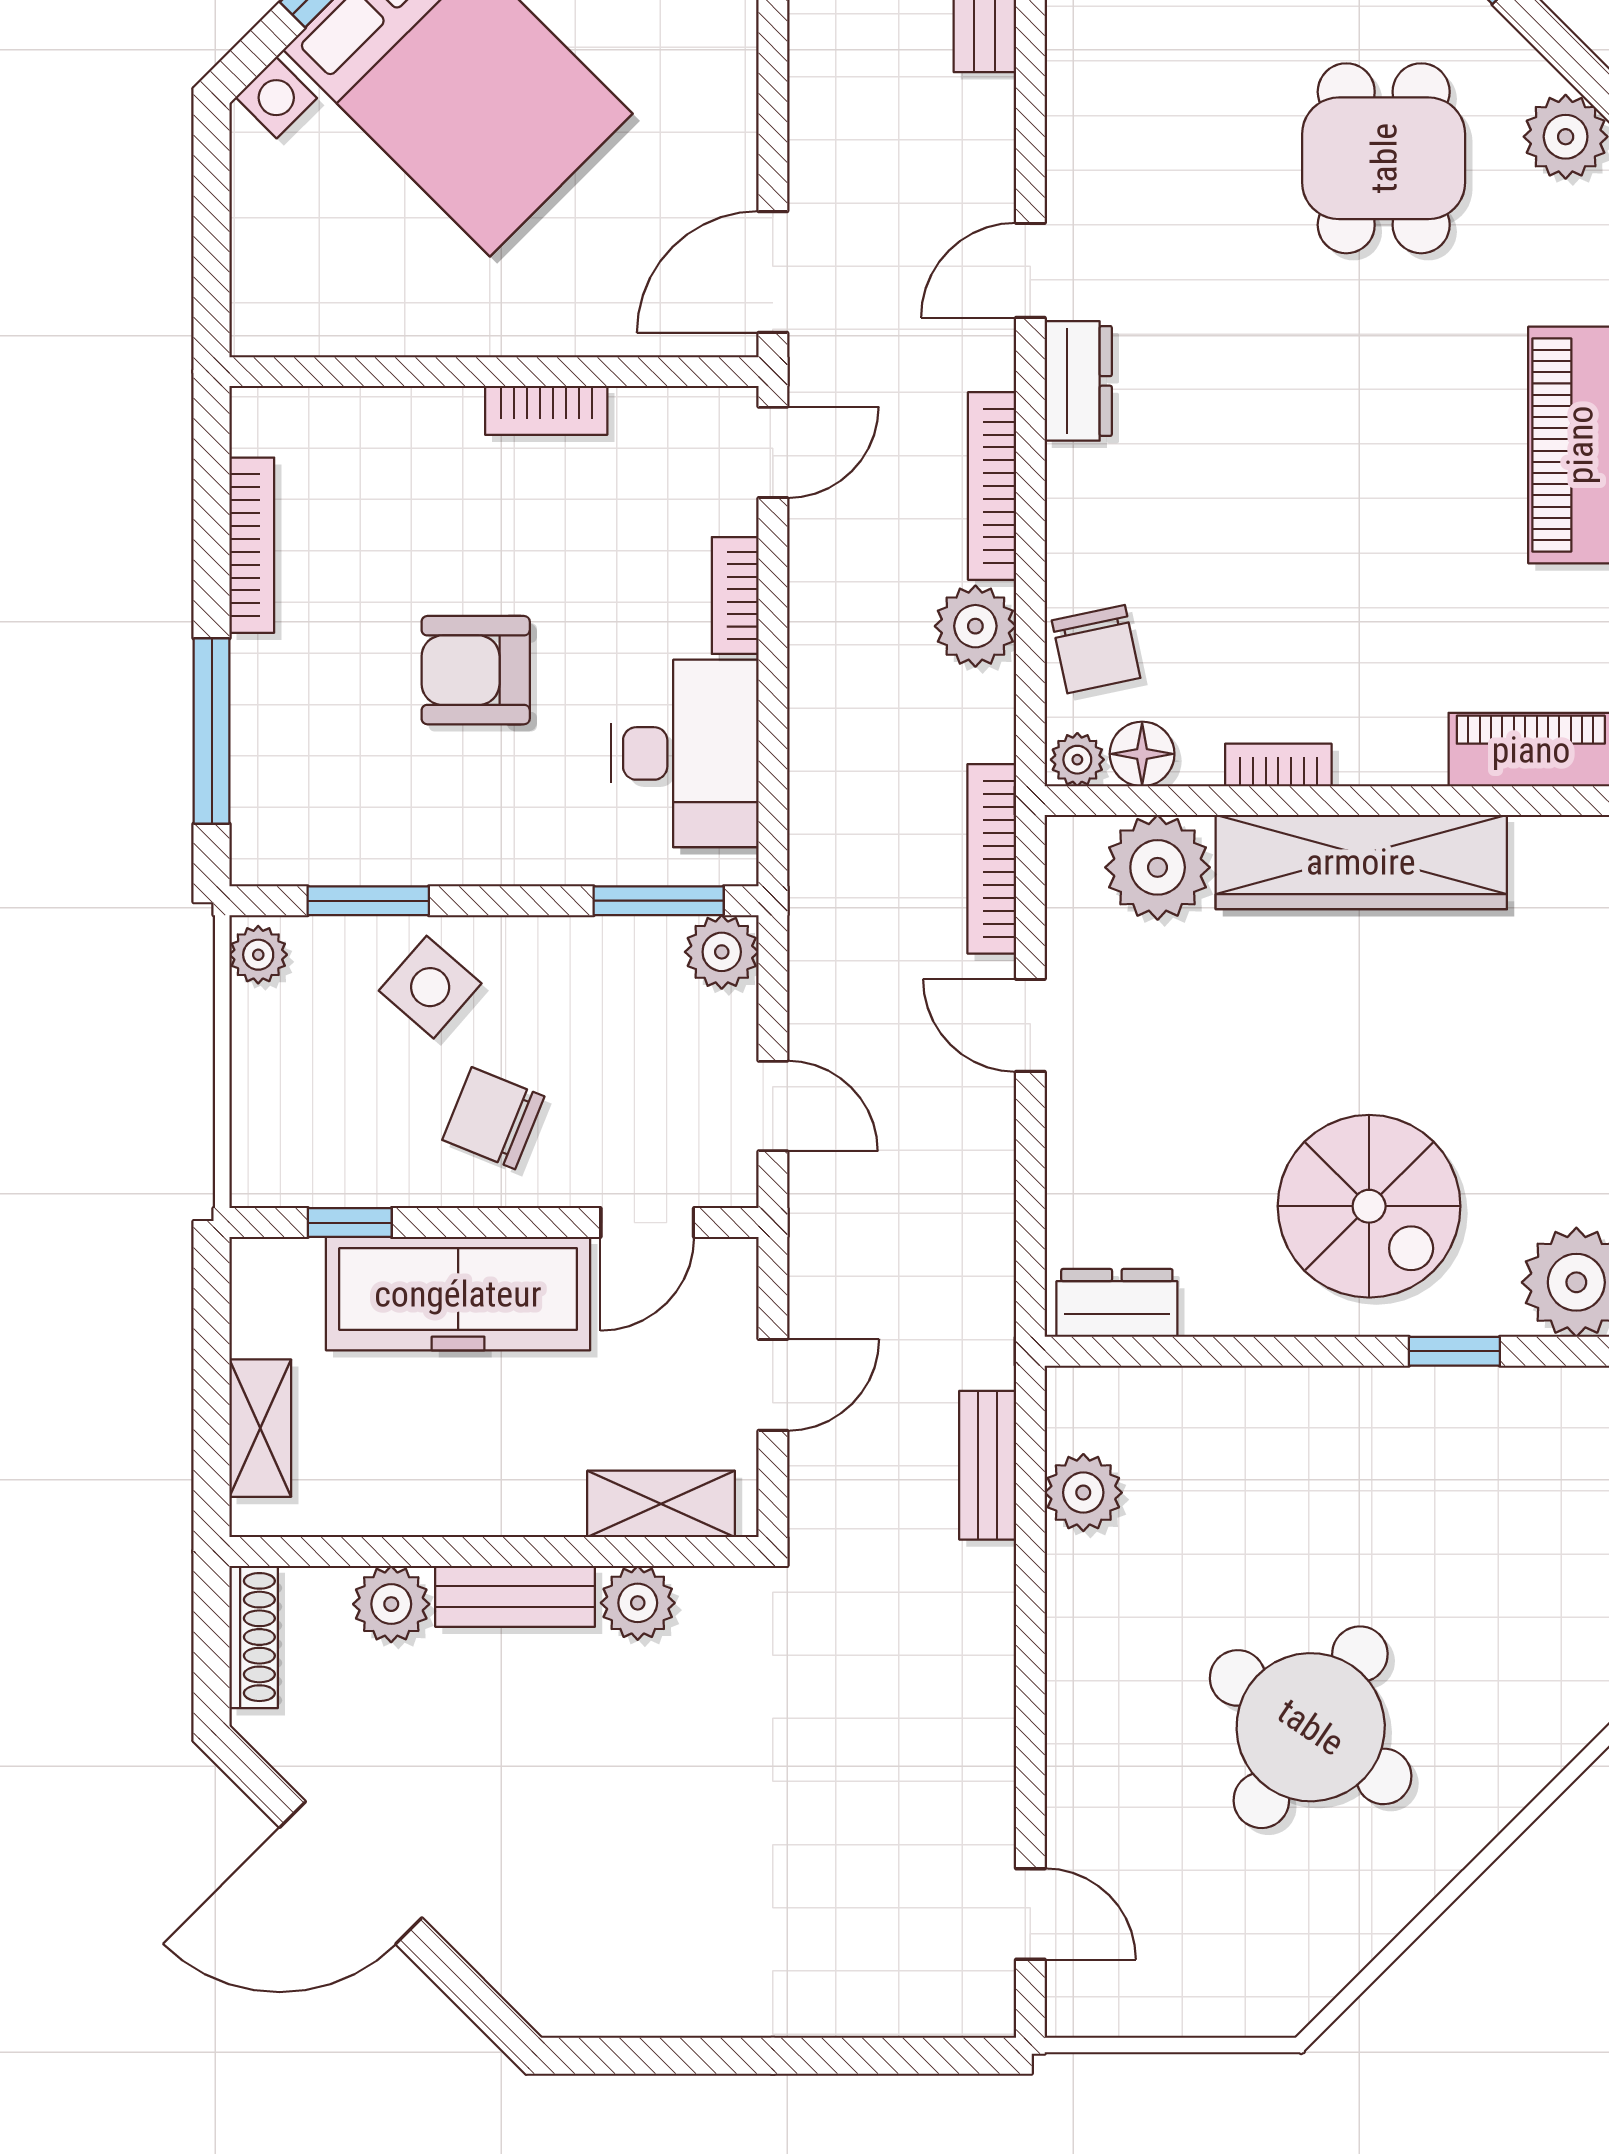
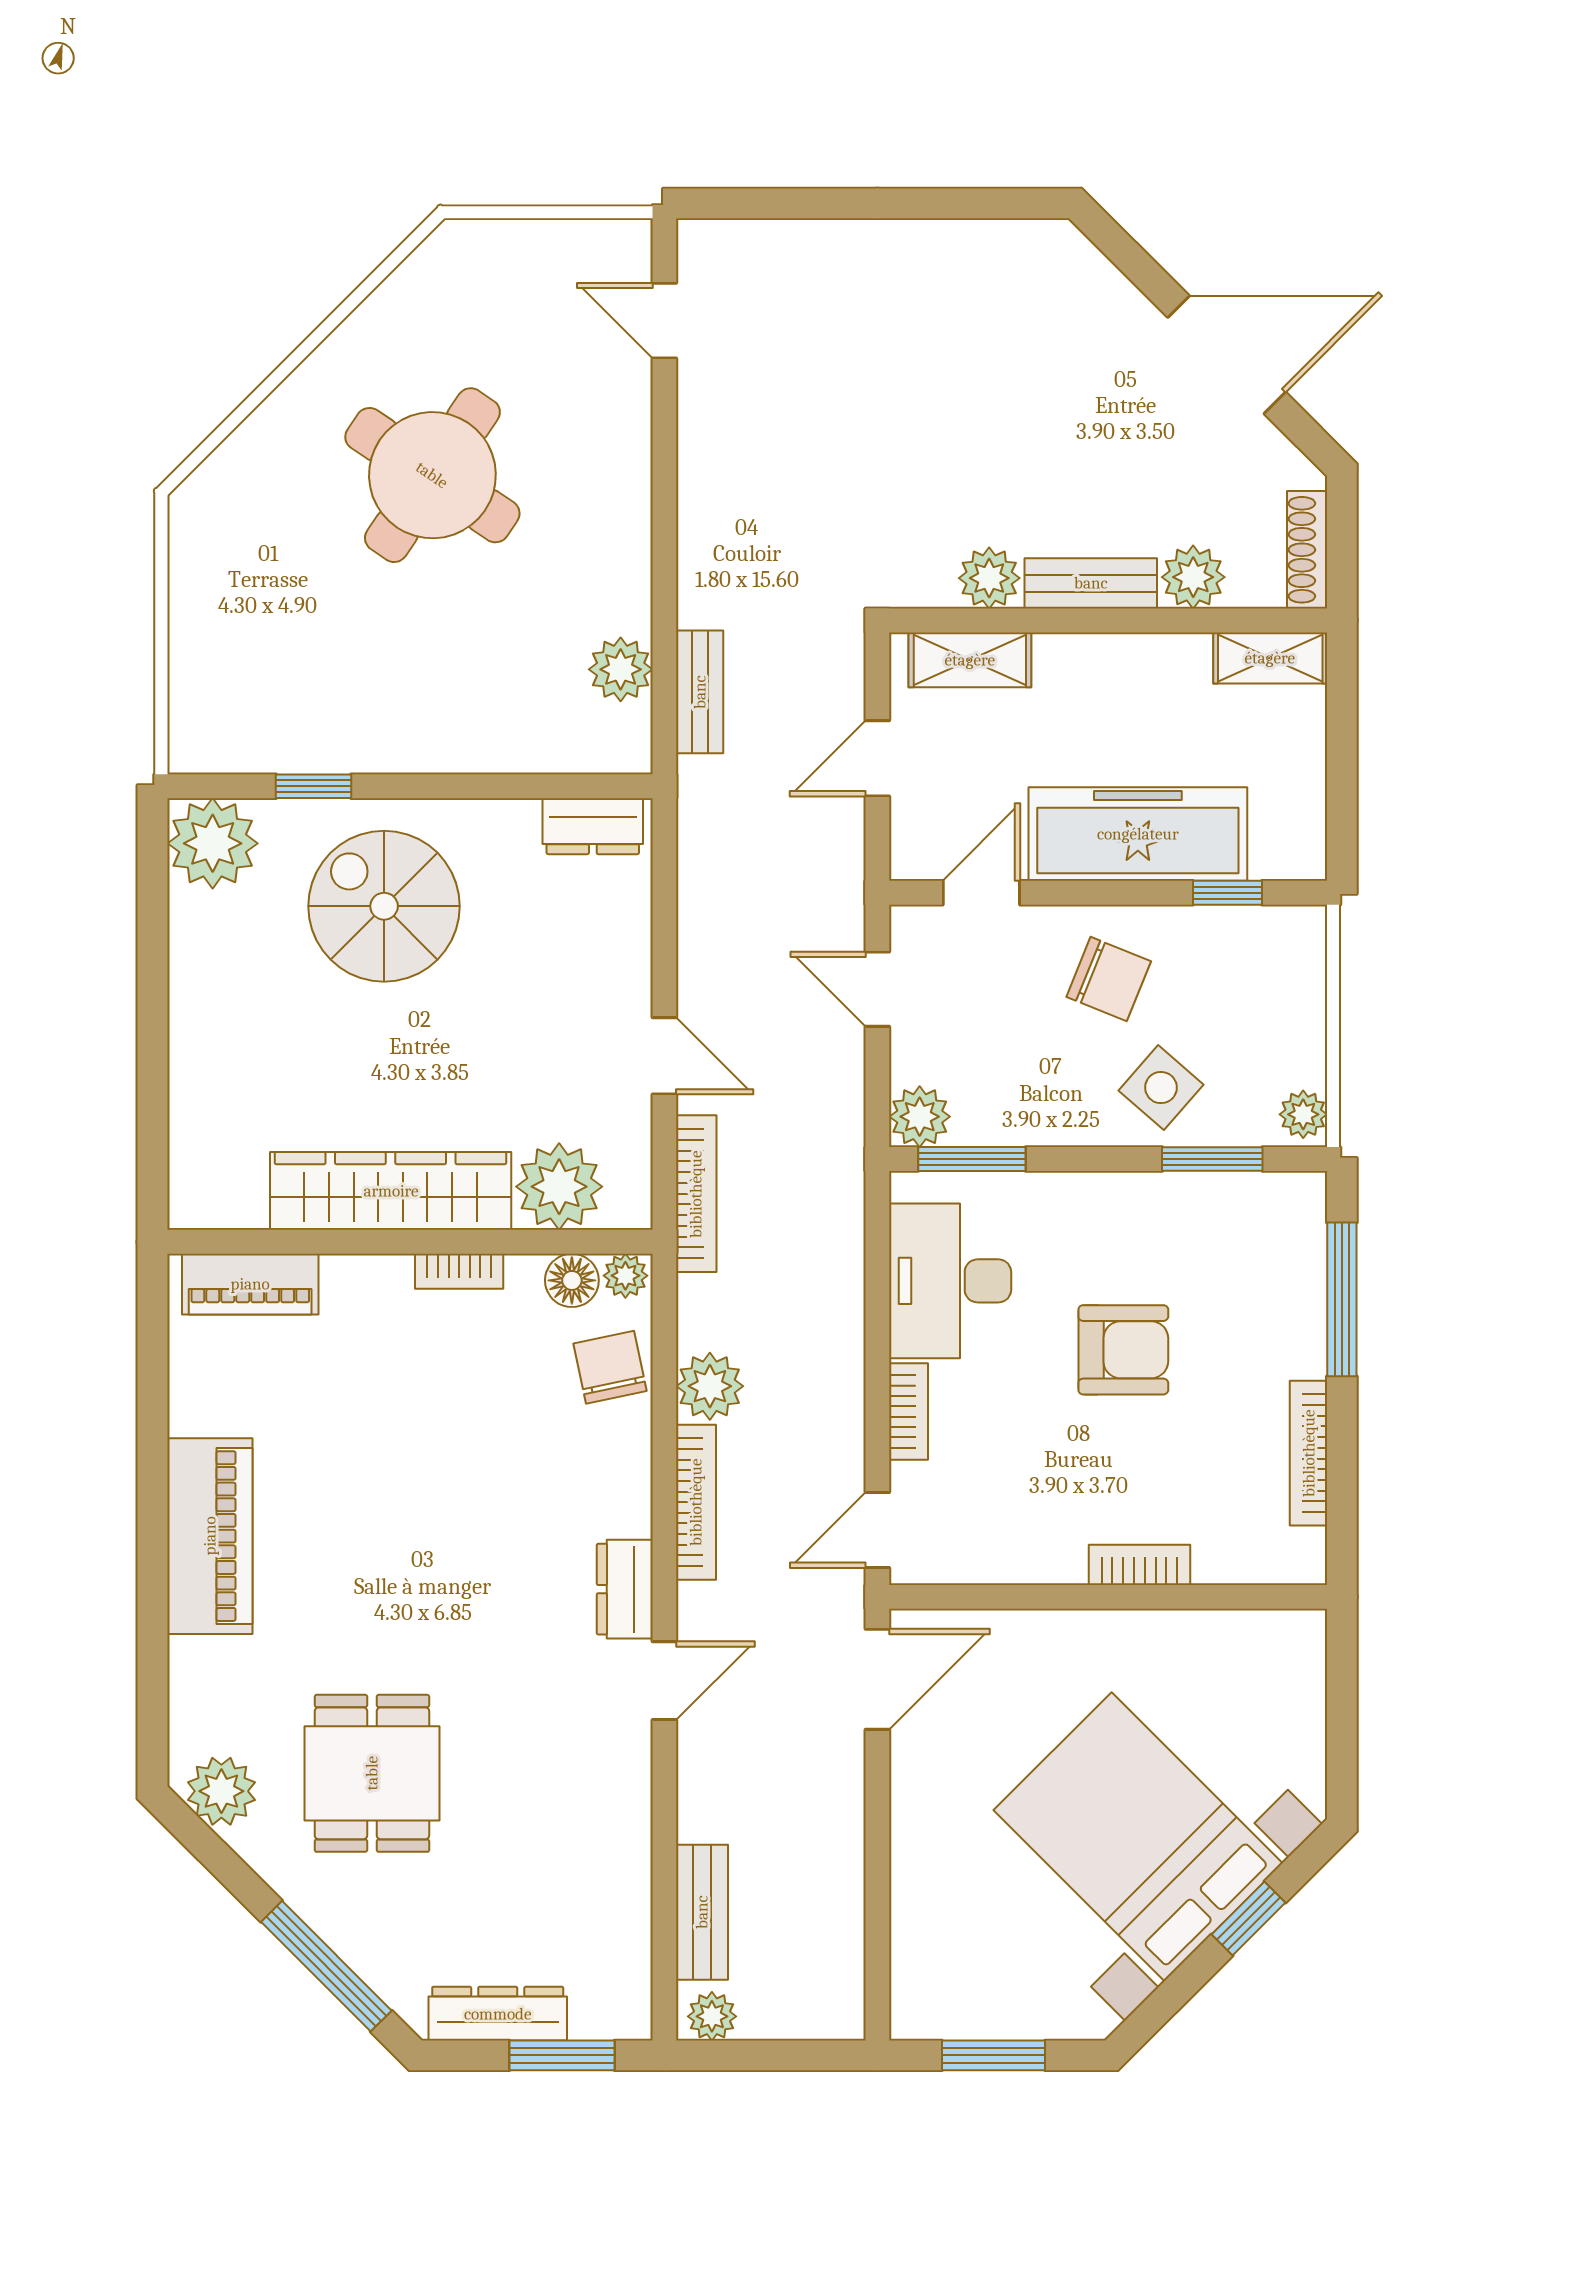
bookcase: (546, 410) -> (1139, 1565), moved
shelving: (260, 1428) -> (1270, 658), moved, turned 90

